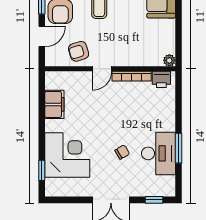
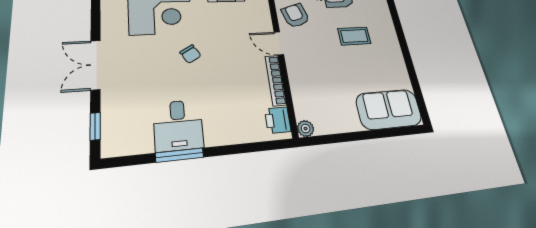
chair: (122, 152) -> (190, 54), moved
desk: (158, 153) -> (178, 125), width x0.73

